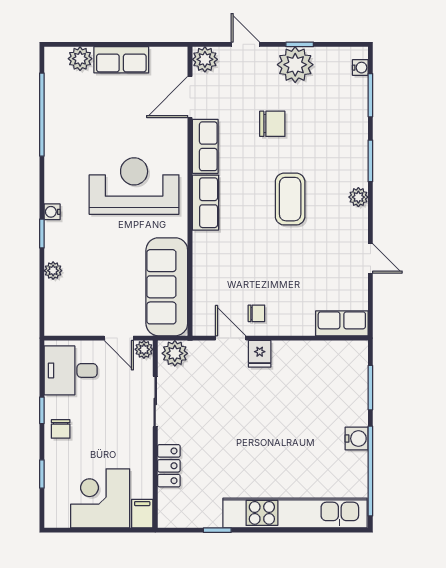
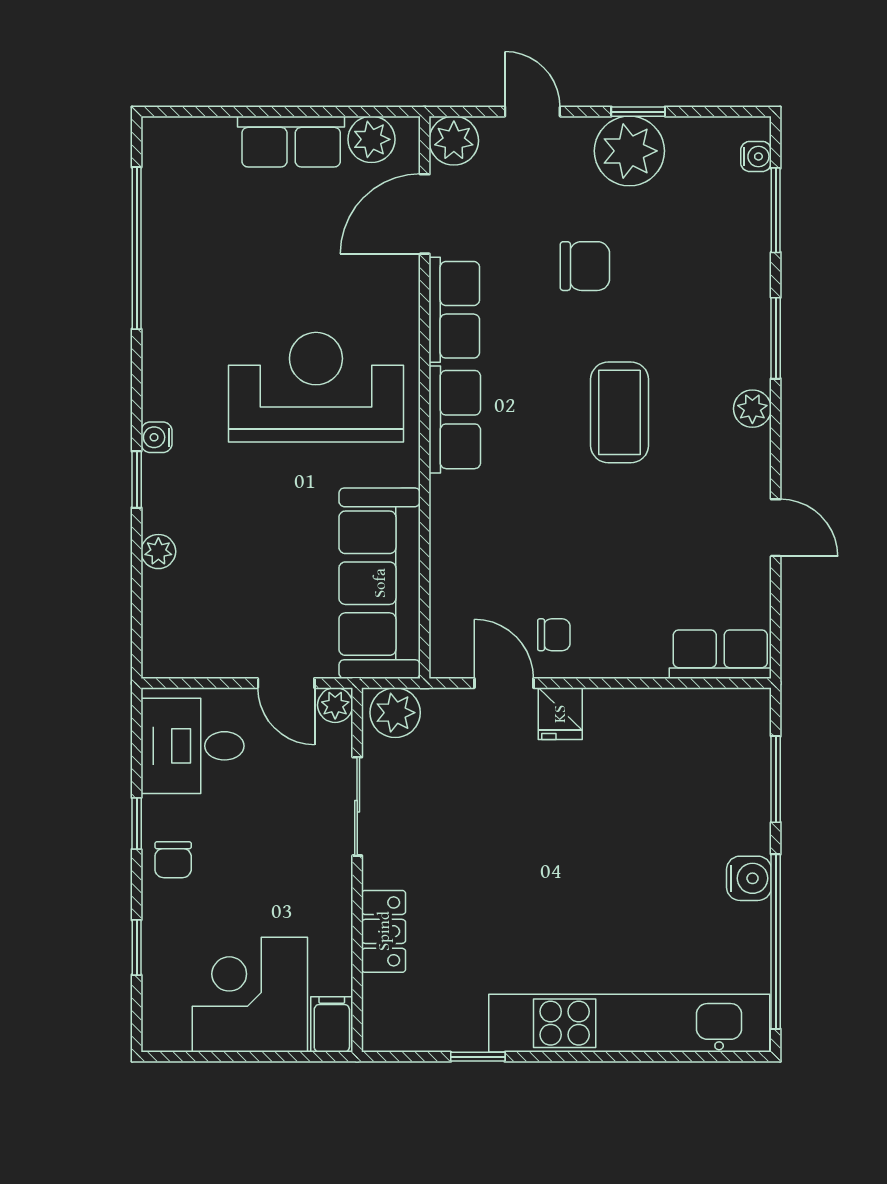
plant: (80, 59) -> (371, 139), moved

